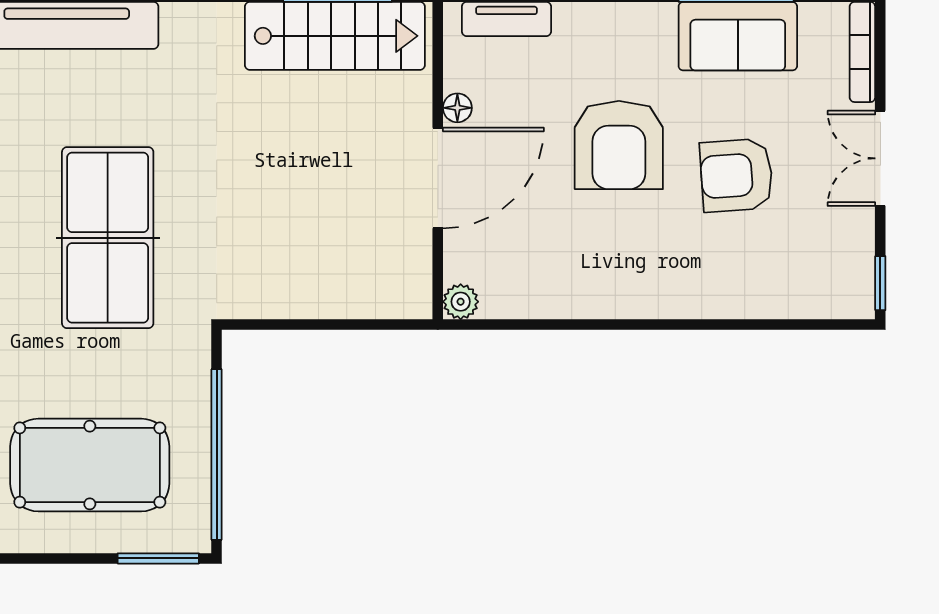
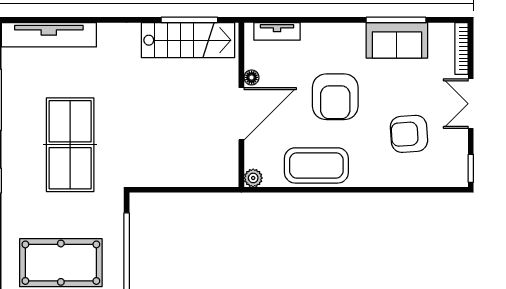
armchair: (736, 175) -> (409, 134), moved
coffee table: (582, 277) -> (316, 165), added

